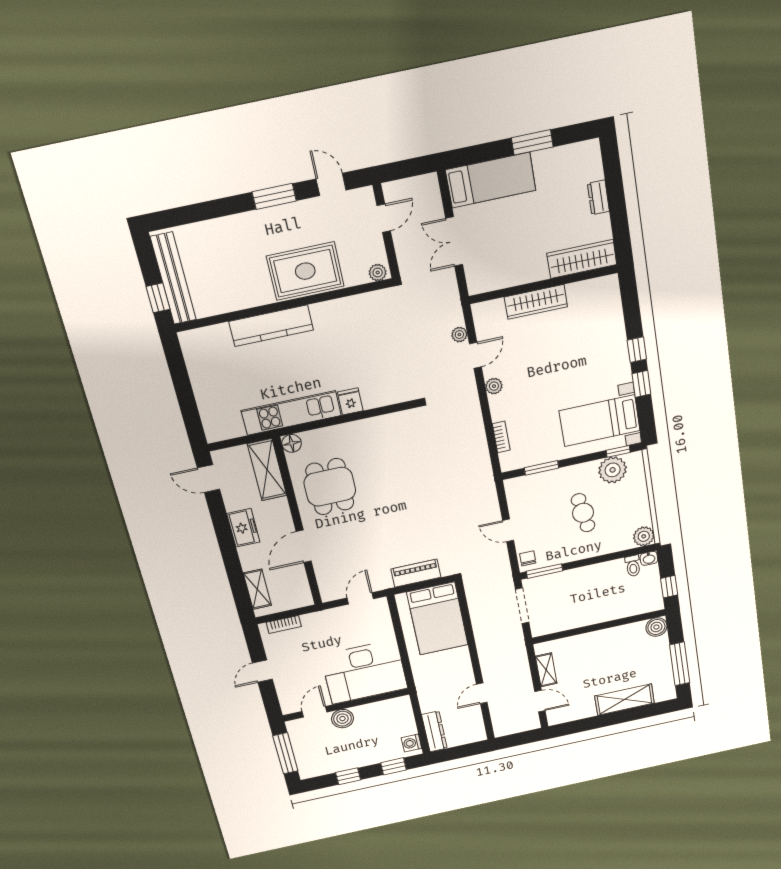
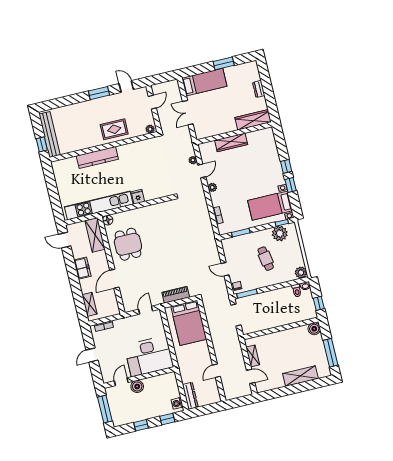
rug: (305, 271) -> (114, 129), width x0.73, depth x0.70
kitchen unit: (291, 413) -> (99, 206), width x1.36

